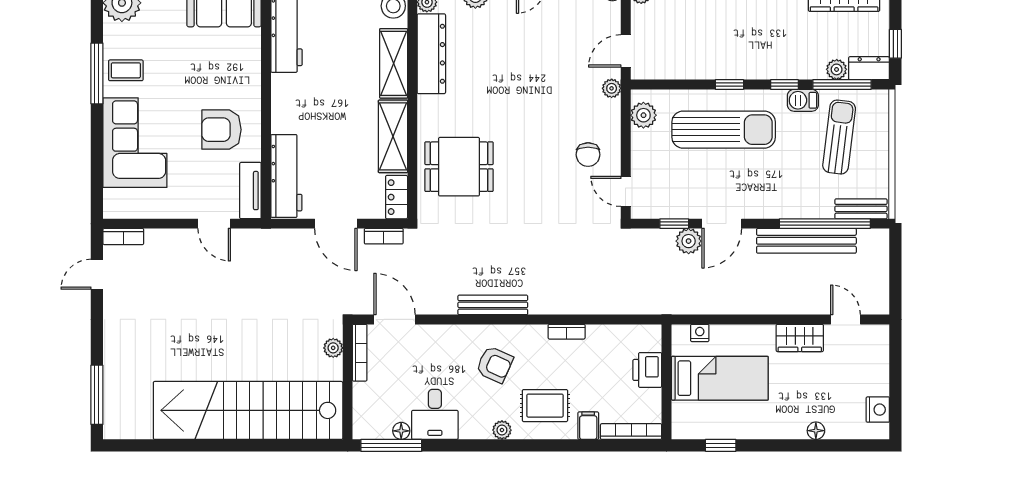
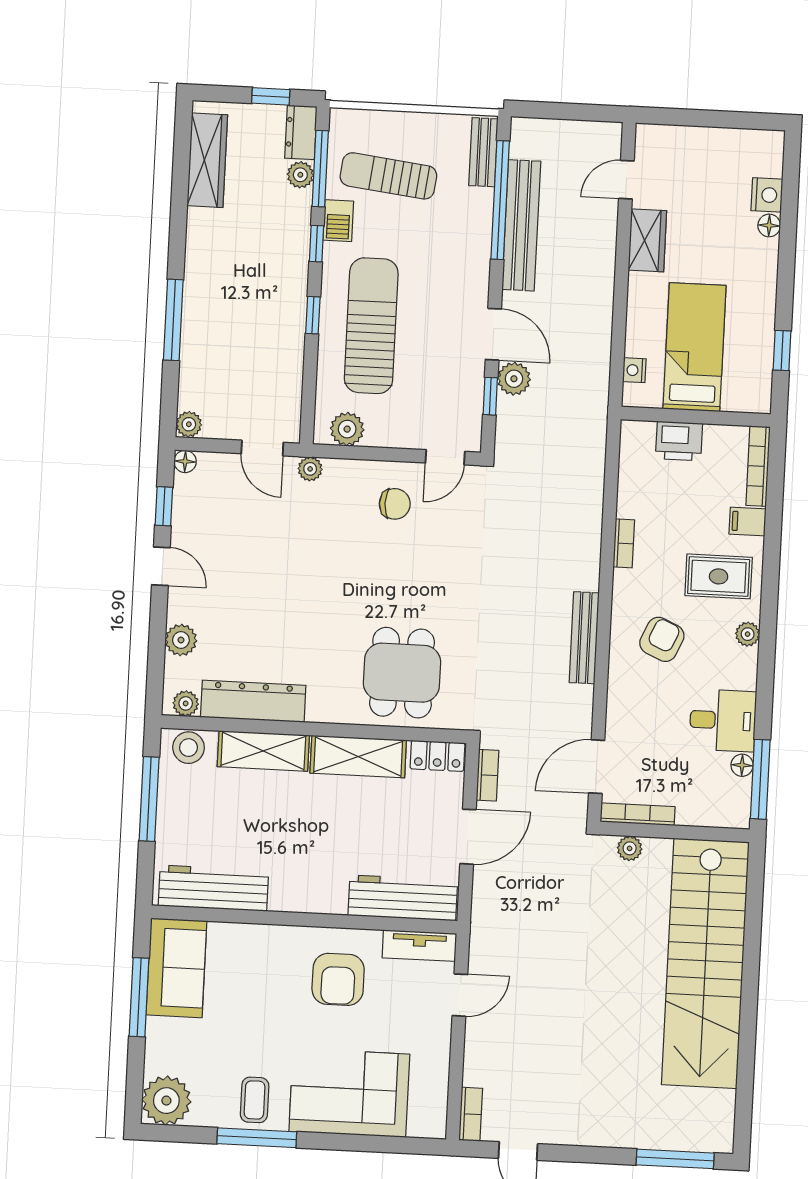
rug: (545, 406) -> (719, 576), turned 90
nightstand: (878, 410) -> (767, 195), moved, turned 90

